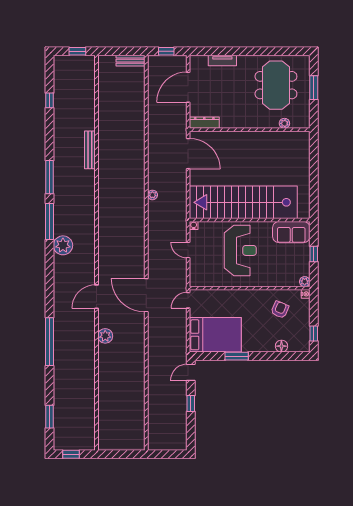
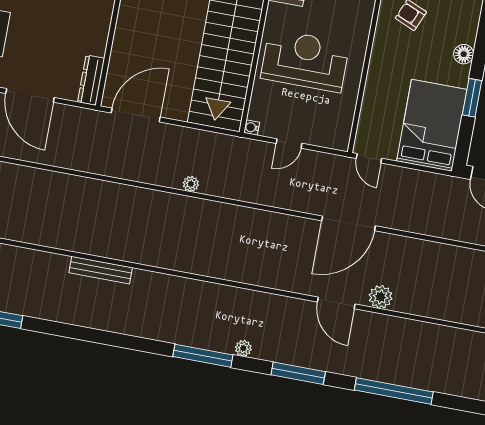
window: (49, 177) -> (298, 373), moved
plant: (63, 245) -> (243, 348), width x0.53, depth x0.53
plant: (105, 336) -> (381, 297), moved
floor lamp: (281, 346) -> (464, 54), moved

